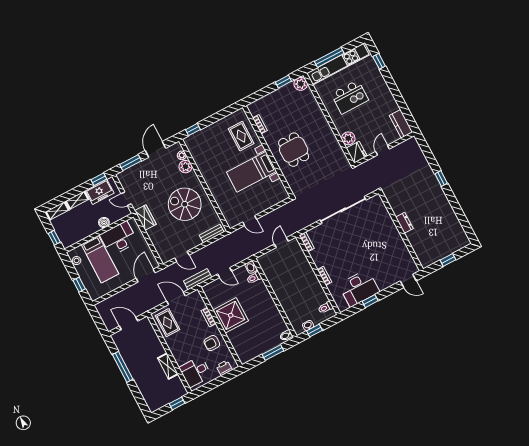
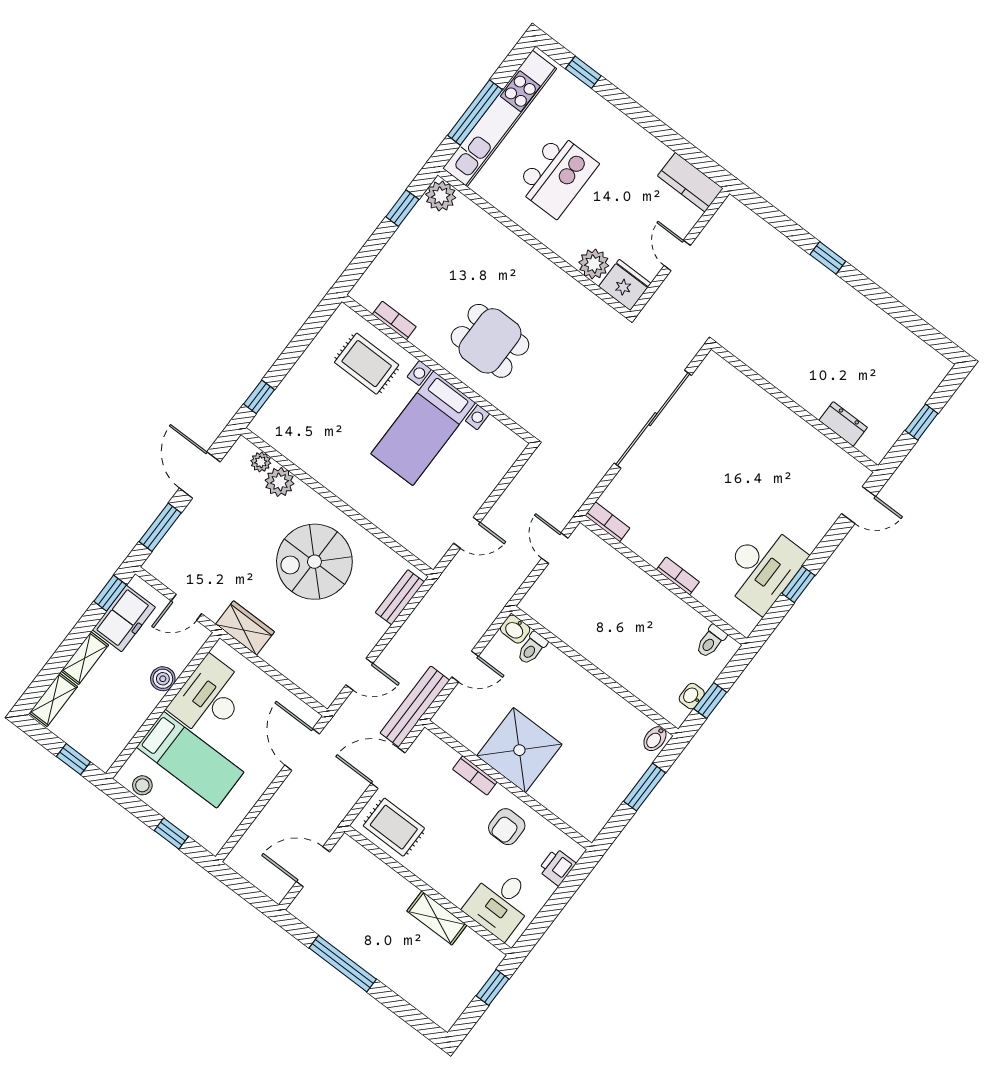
dresser: (404, 223) -> (843, 424), moved
bench: (198, 279) -> (415, 707), width x1.36

